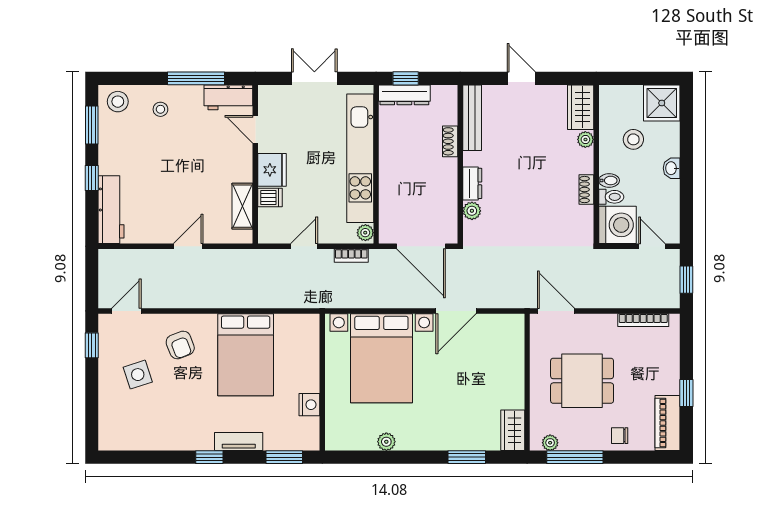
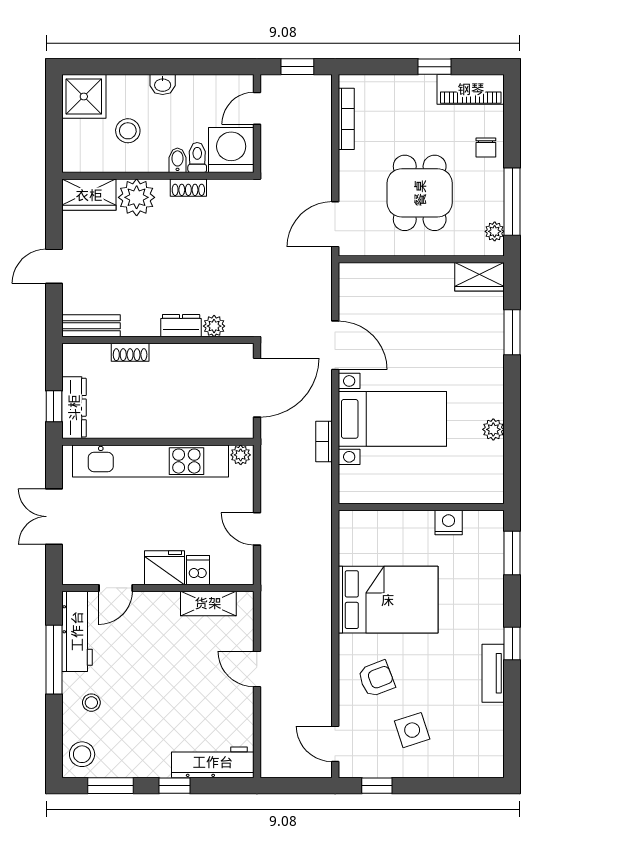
workbench: (228, 97) -> (77, 631), width x1.38
bench: (472, 118) -> (91, 326), width x0.73
plant: (585, 139) -> (137, 197), width x1.88, depth x1.88
bookcase: (351, 256) -> (324, 442), moved, turned 180
bed with nightstands: (381, 358) -> (392, 419), width x0.73
tv unit: (239, 442) -> (493, 673), moved

